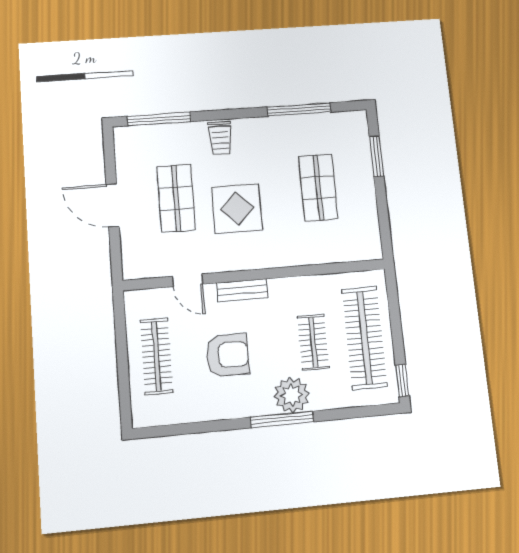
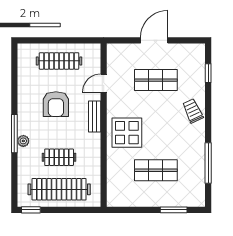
window: (159, 119) -> (208, 73), width x0.46
trolley: (220, 138) -> (193, 111), turned 65
display table: (237, 208) -> (127, 133), moved
plant: (292, 395) -> (23, 141), width x0.53, depth x0.53

